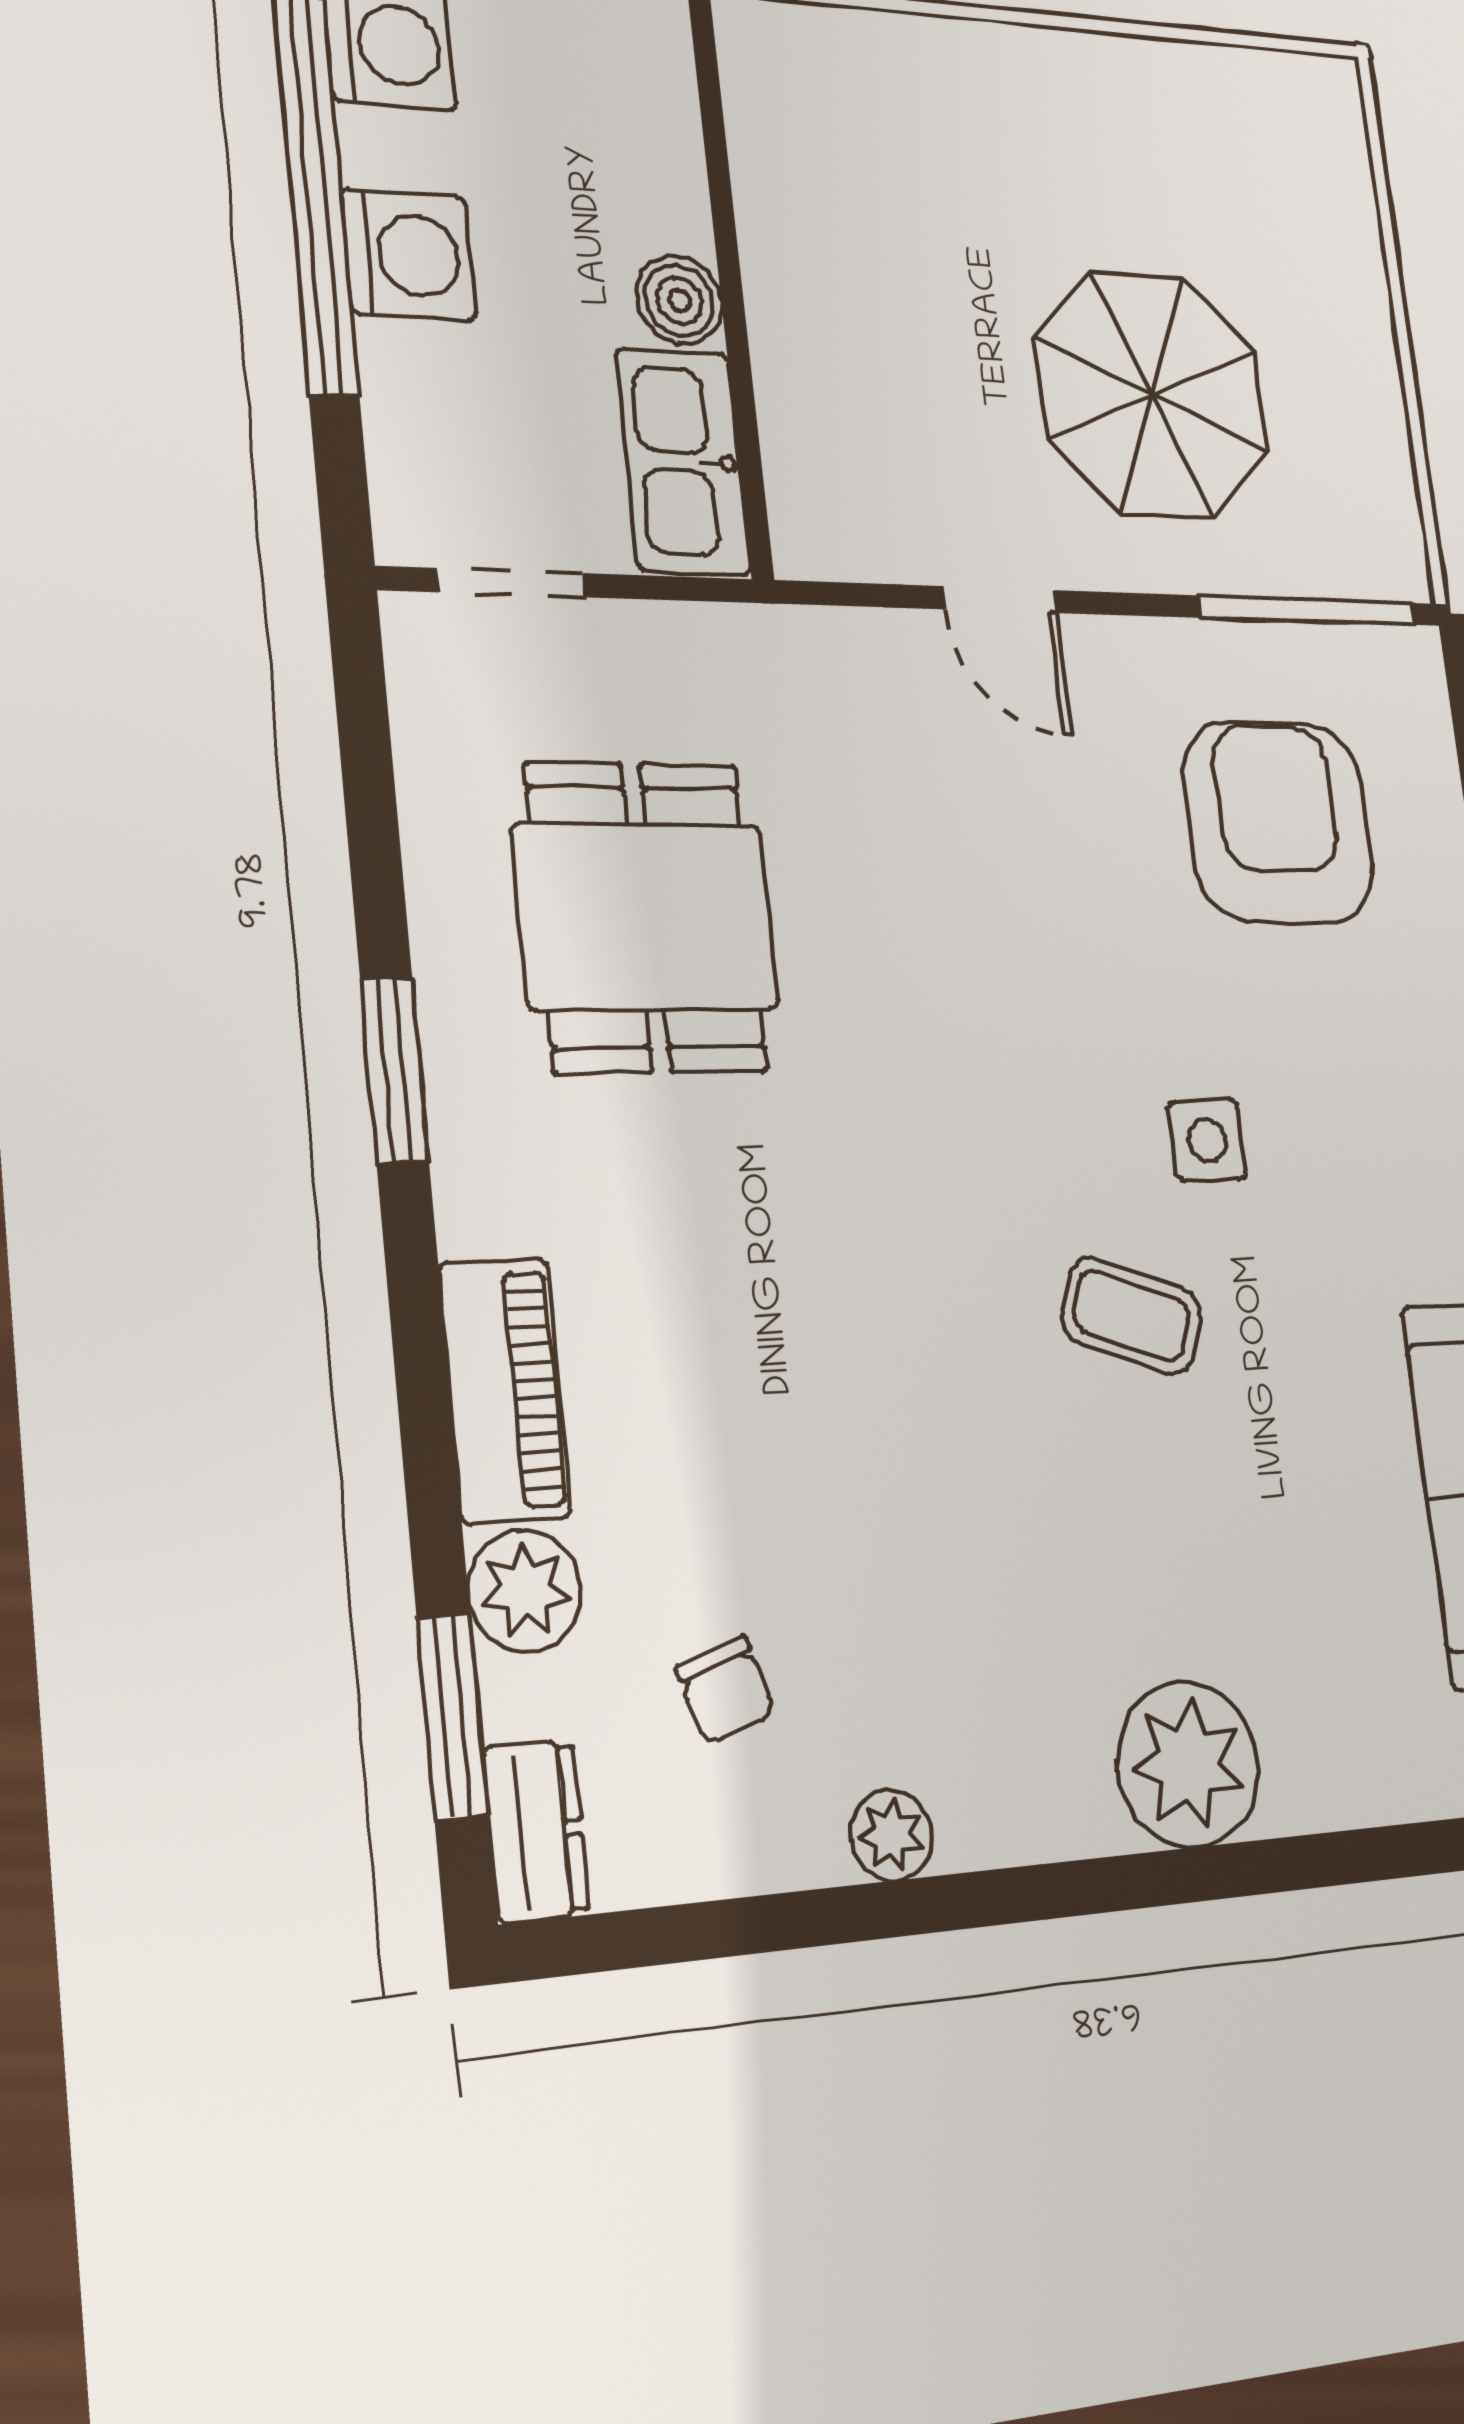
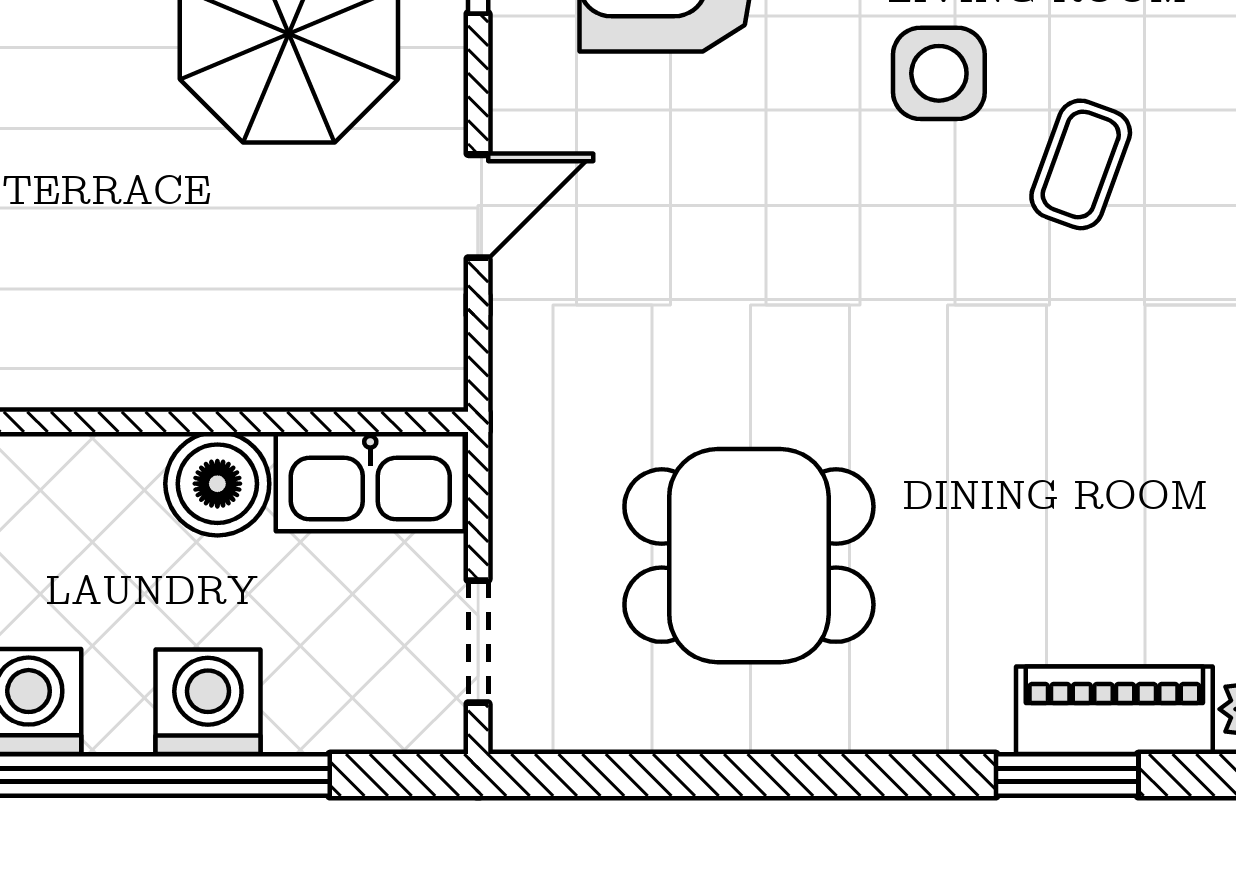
boiler: (679, 300) -> (217, 484), width x1.36, depth x1.36
window: (395, 1070) -> (1067, 775), moved
side table: (1207, 1140) -> (939, 73), width x1.37, depth x1.37

